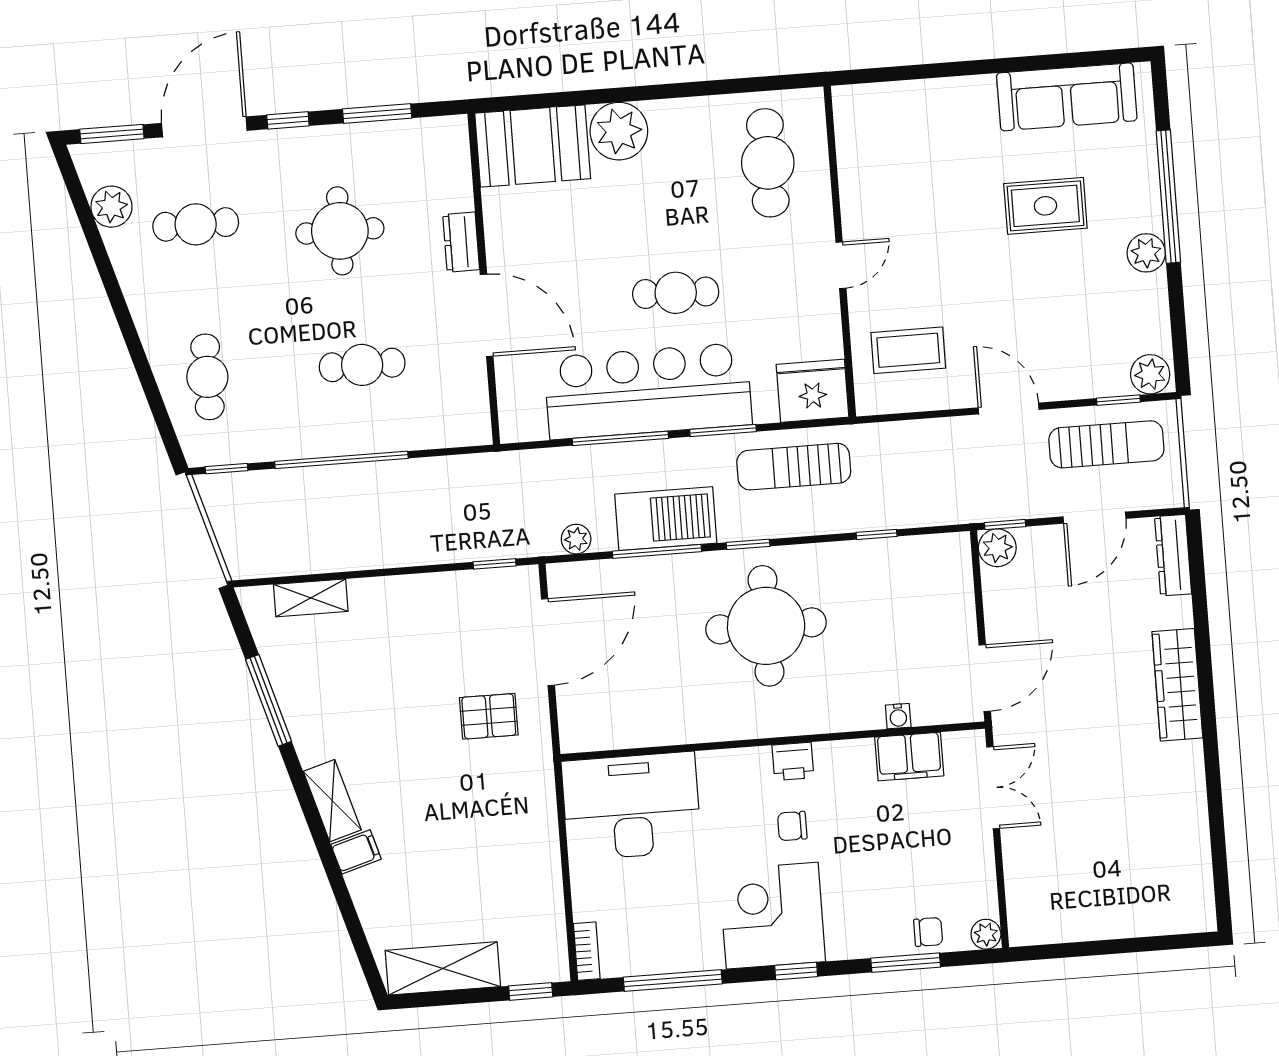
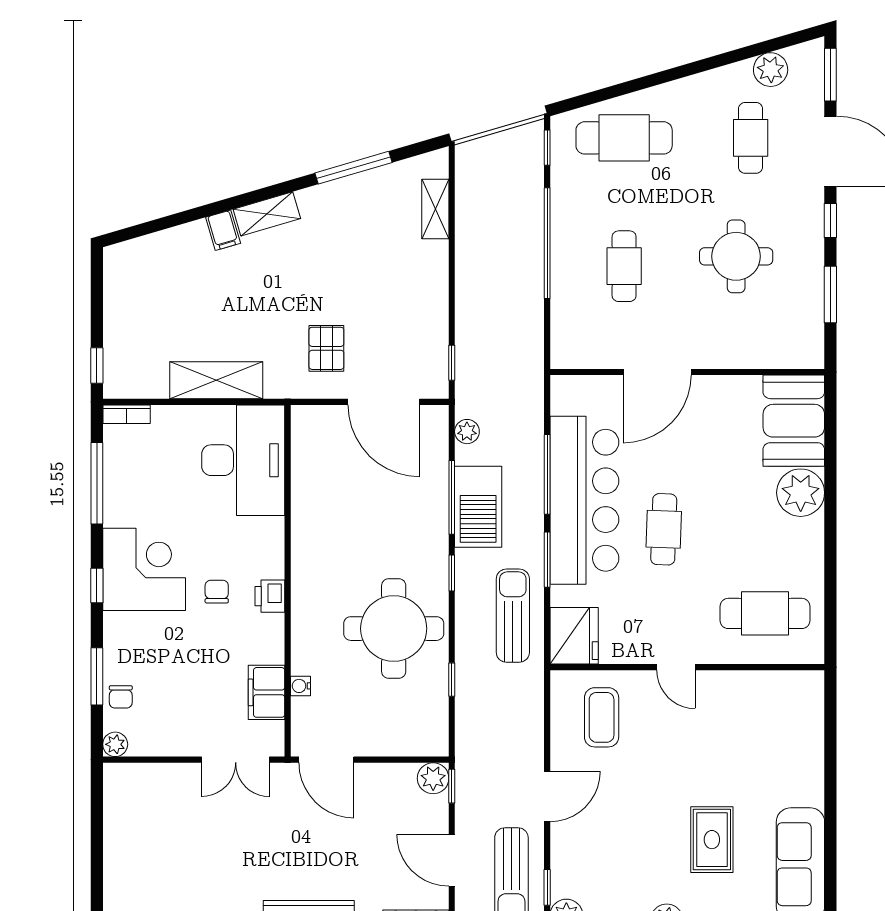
dresser: (461, 242) -> (719, 356), removed
cafe table: (207, 377) -> (624, 138), width x1.37, depth x1.35
round table: (766, 626) -> (394, 629), moved
shelving: (443, 968) -> (216, 380), moved, turned 90

